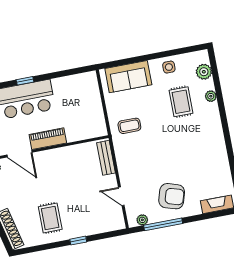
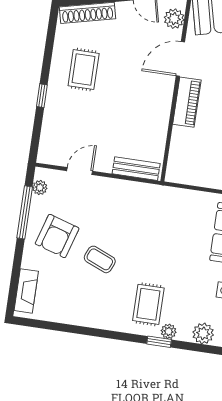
window: (220, 100) -> (159, 342), added
rug: (181, 102) -> (148, 304), moved, turned 90
coffee table: (129, 126) -> (100, 259), moved, turned -67
rug: (50, 218) -> (84, 70), turned 90

